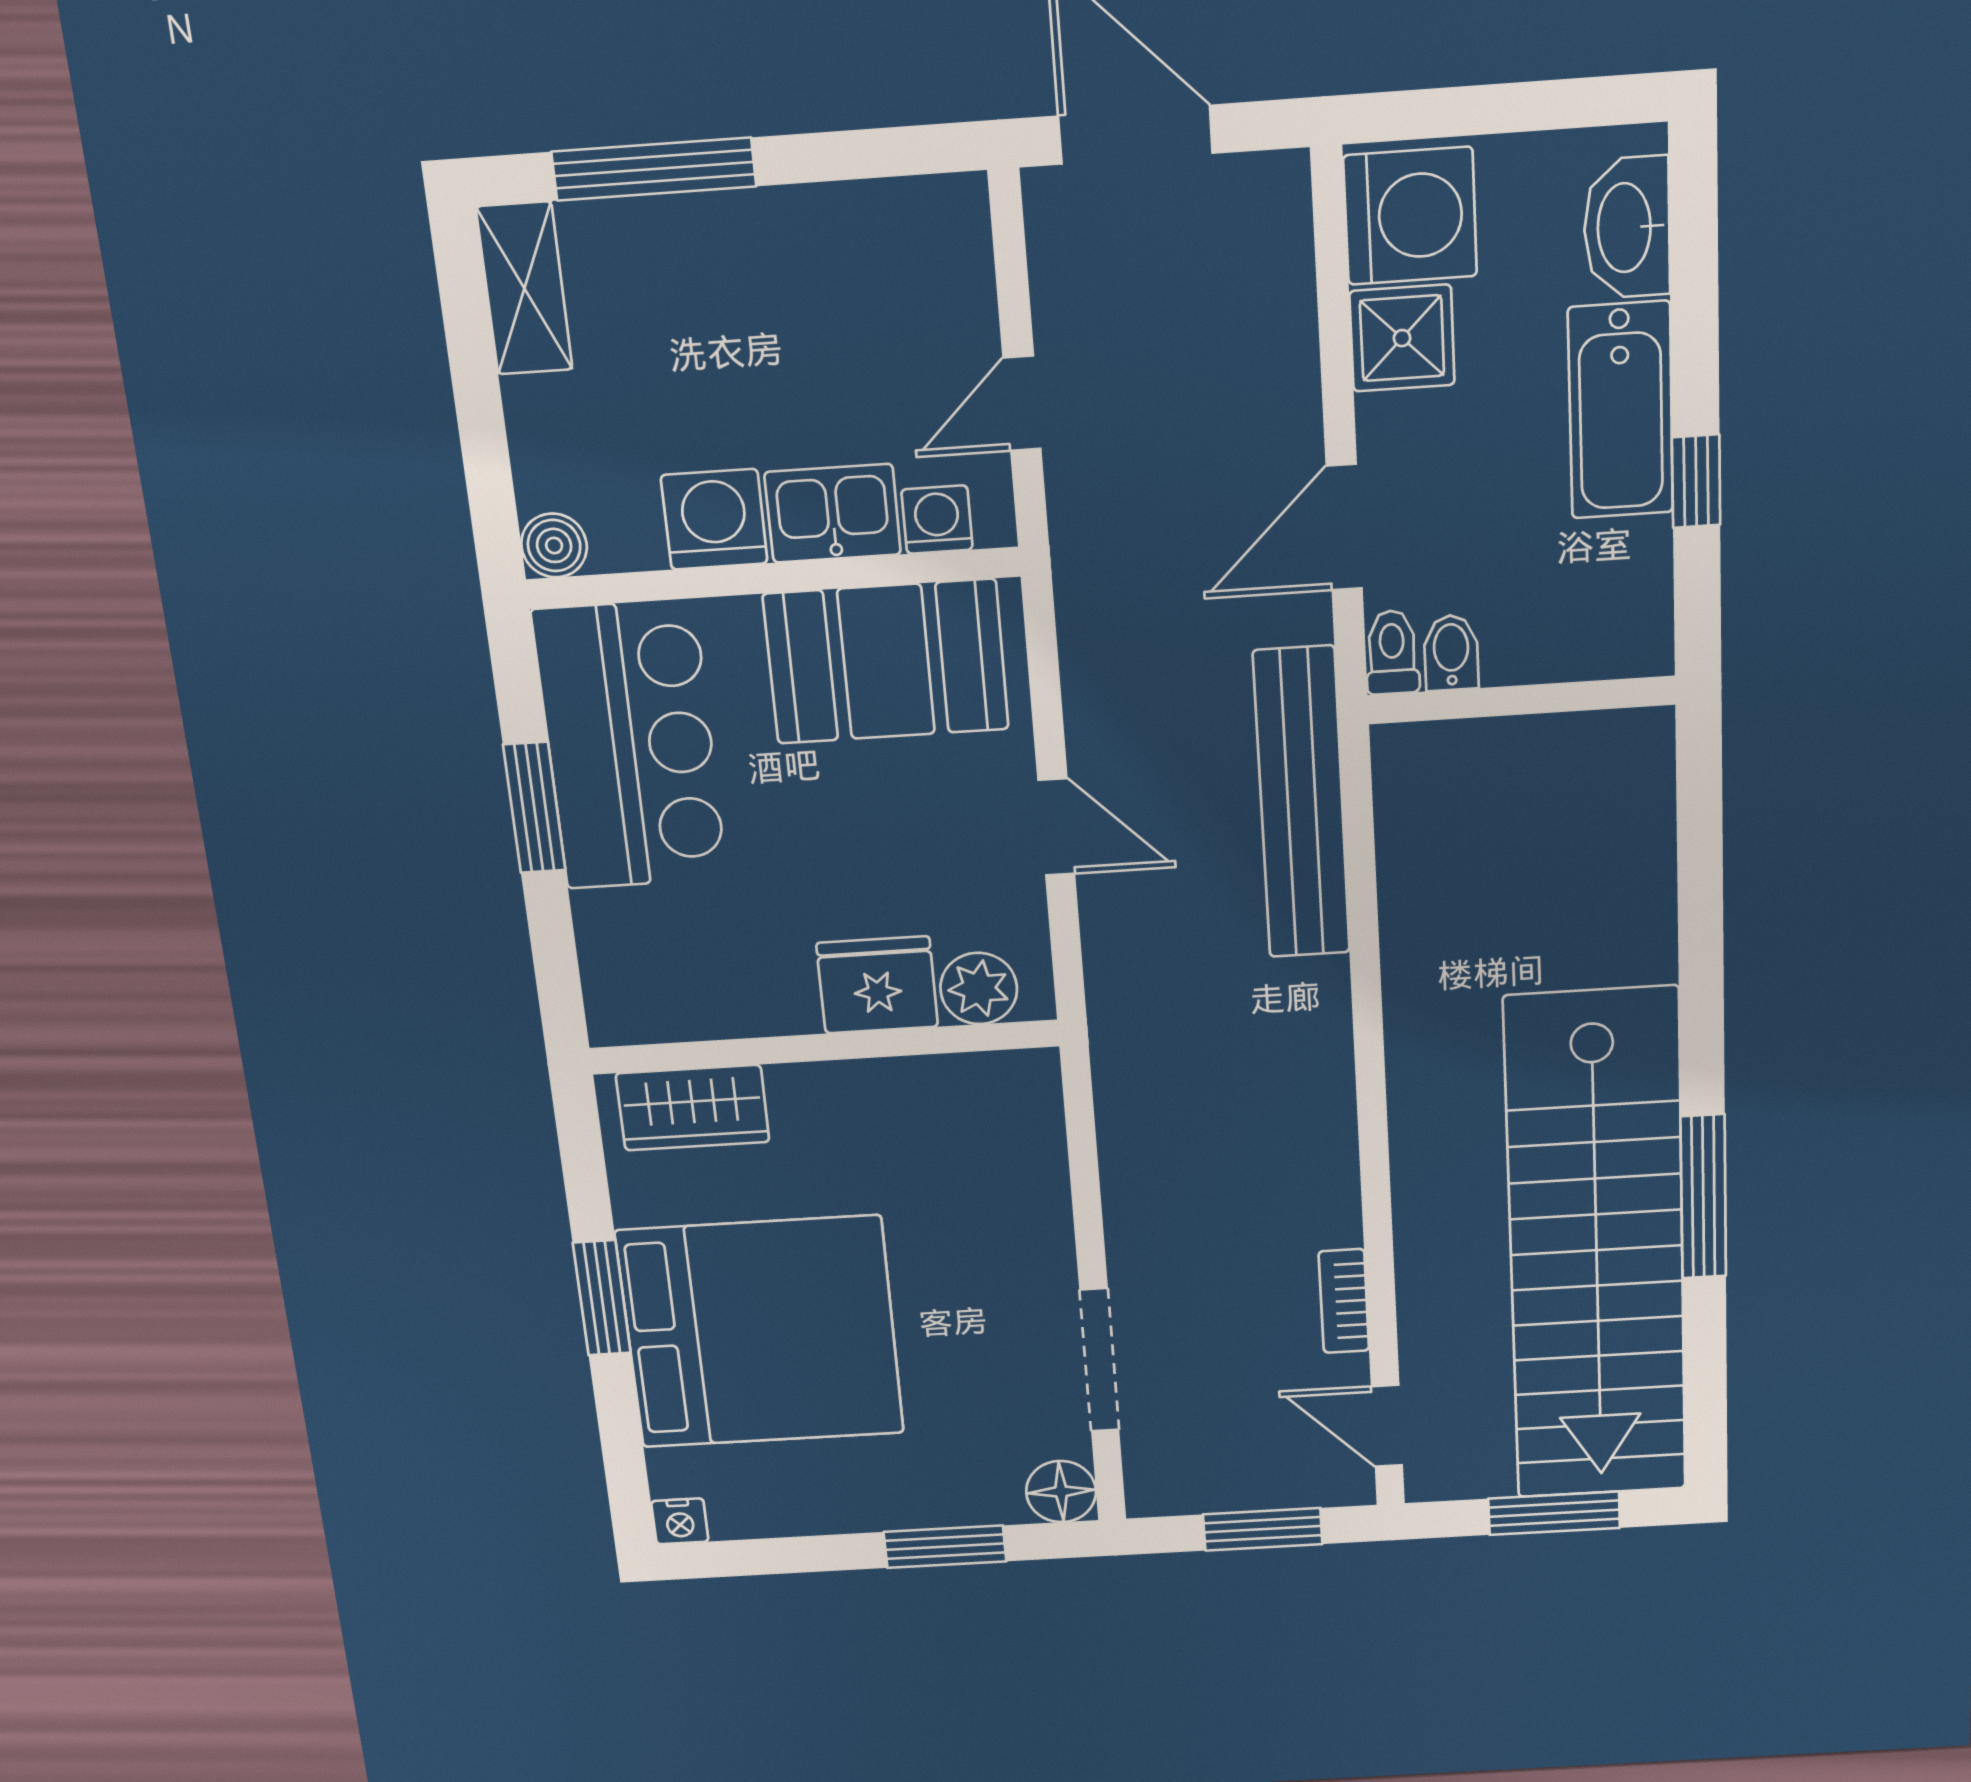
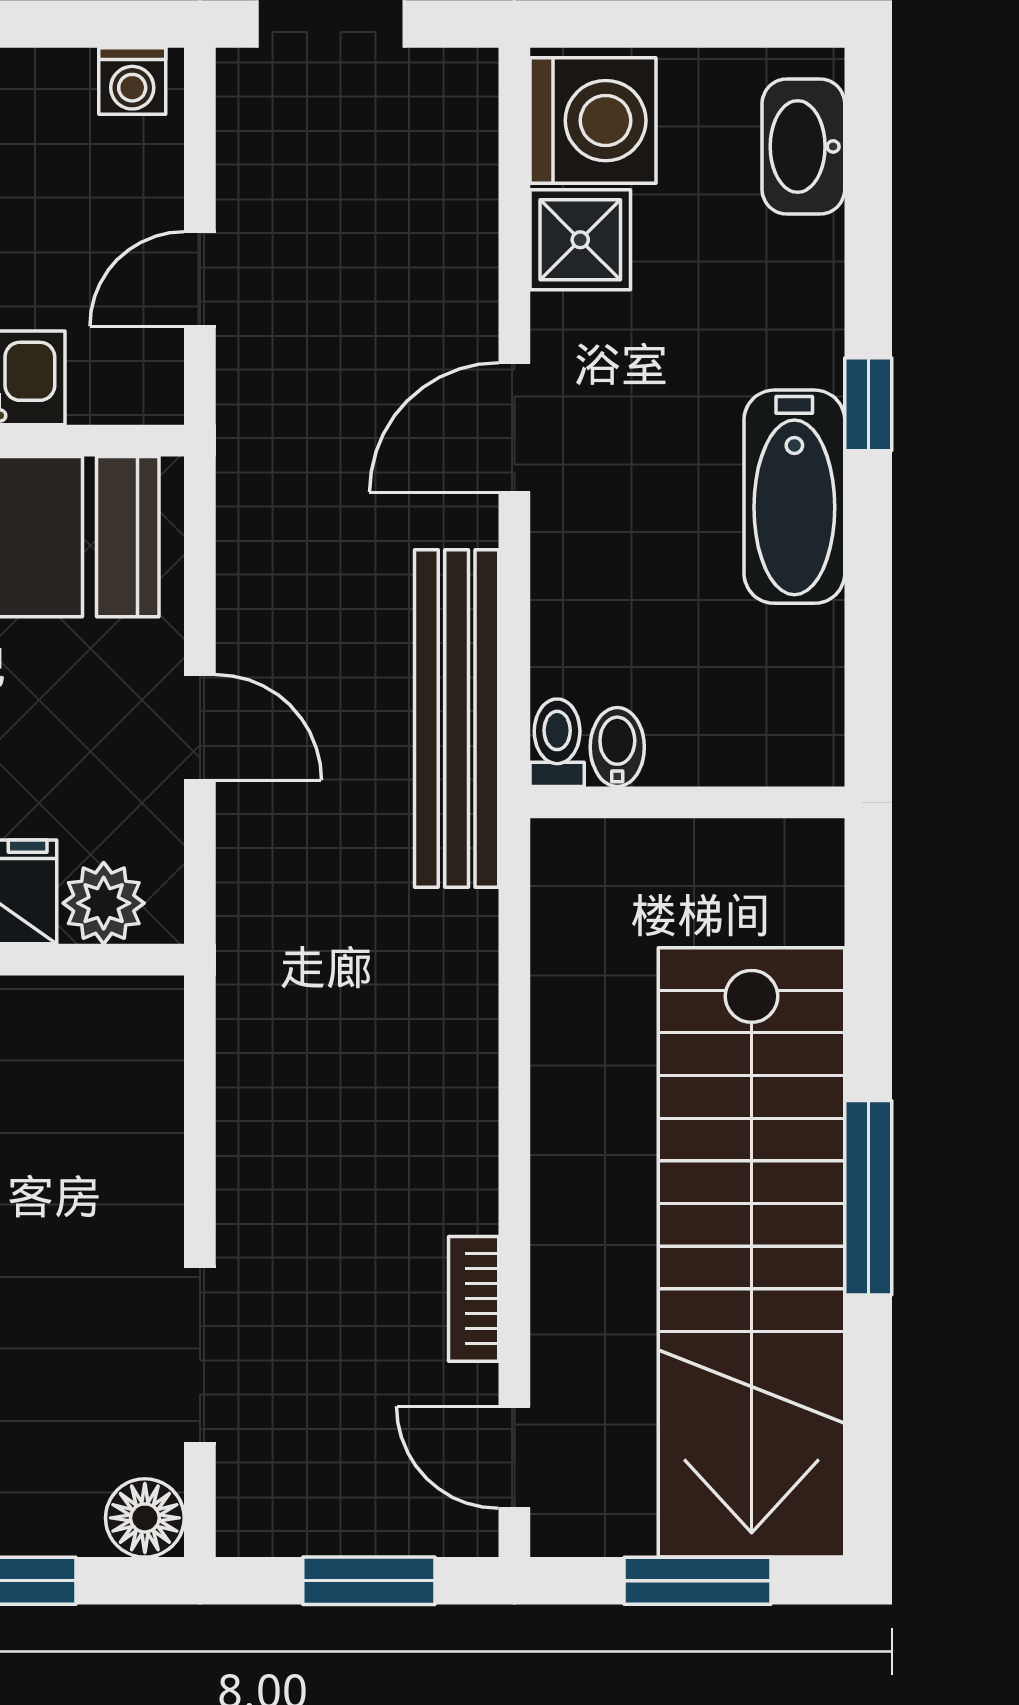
bathtub: (1621, 410) -> (794, 497), moved
washing machine: (937, 520) -> (132, 81), moved, turned 180
toilet: (1392, 652) -> (557, 743), moved
bidet: (1451, 653) -> (617, 747), moved
wall: (1521, 700) -> (687, 802), moved

